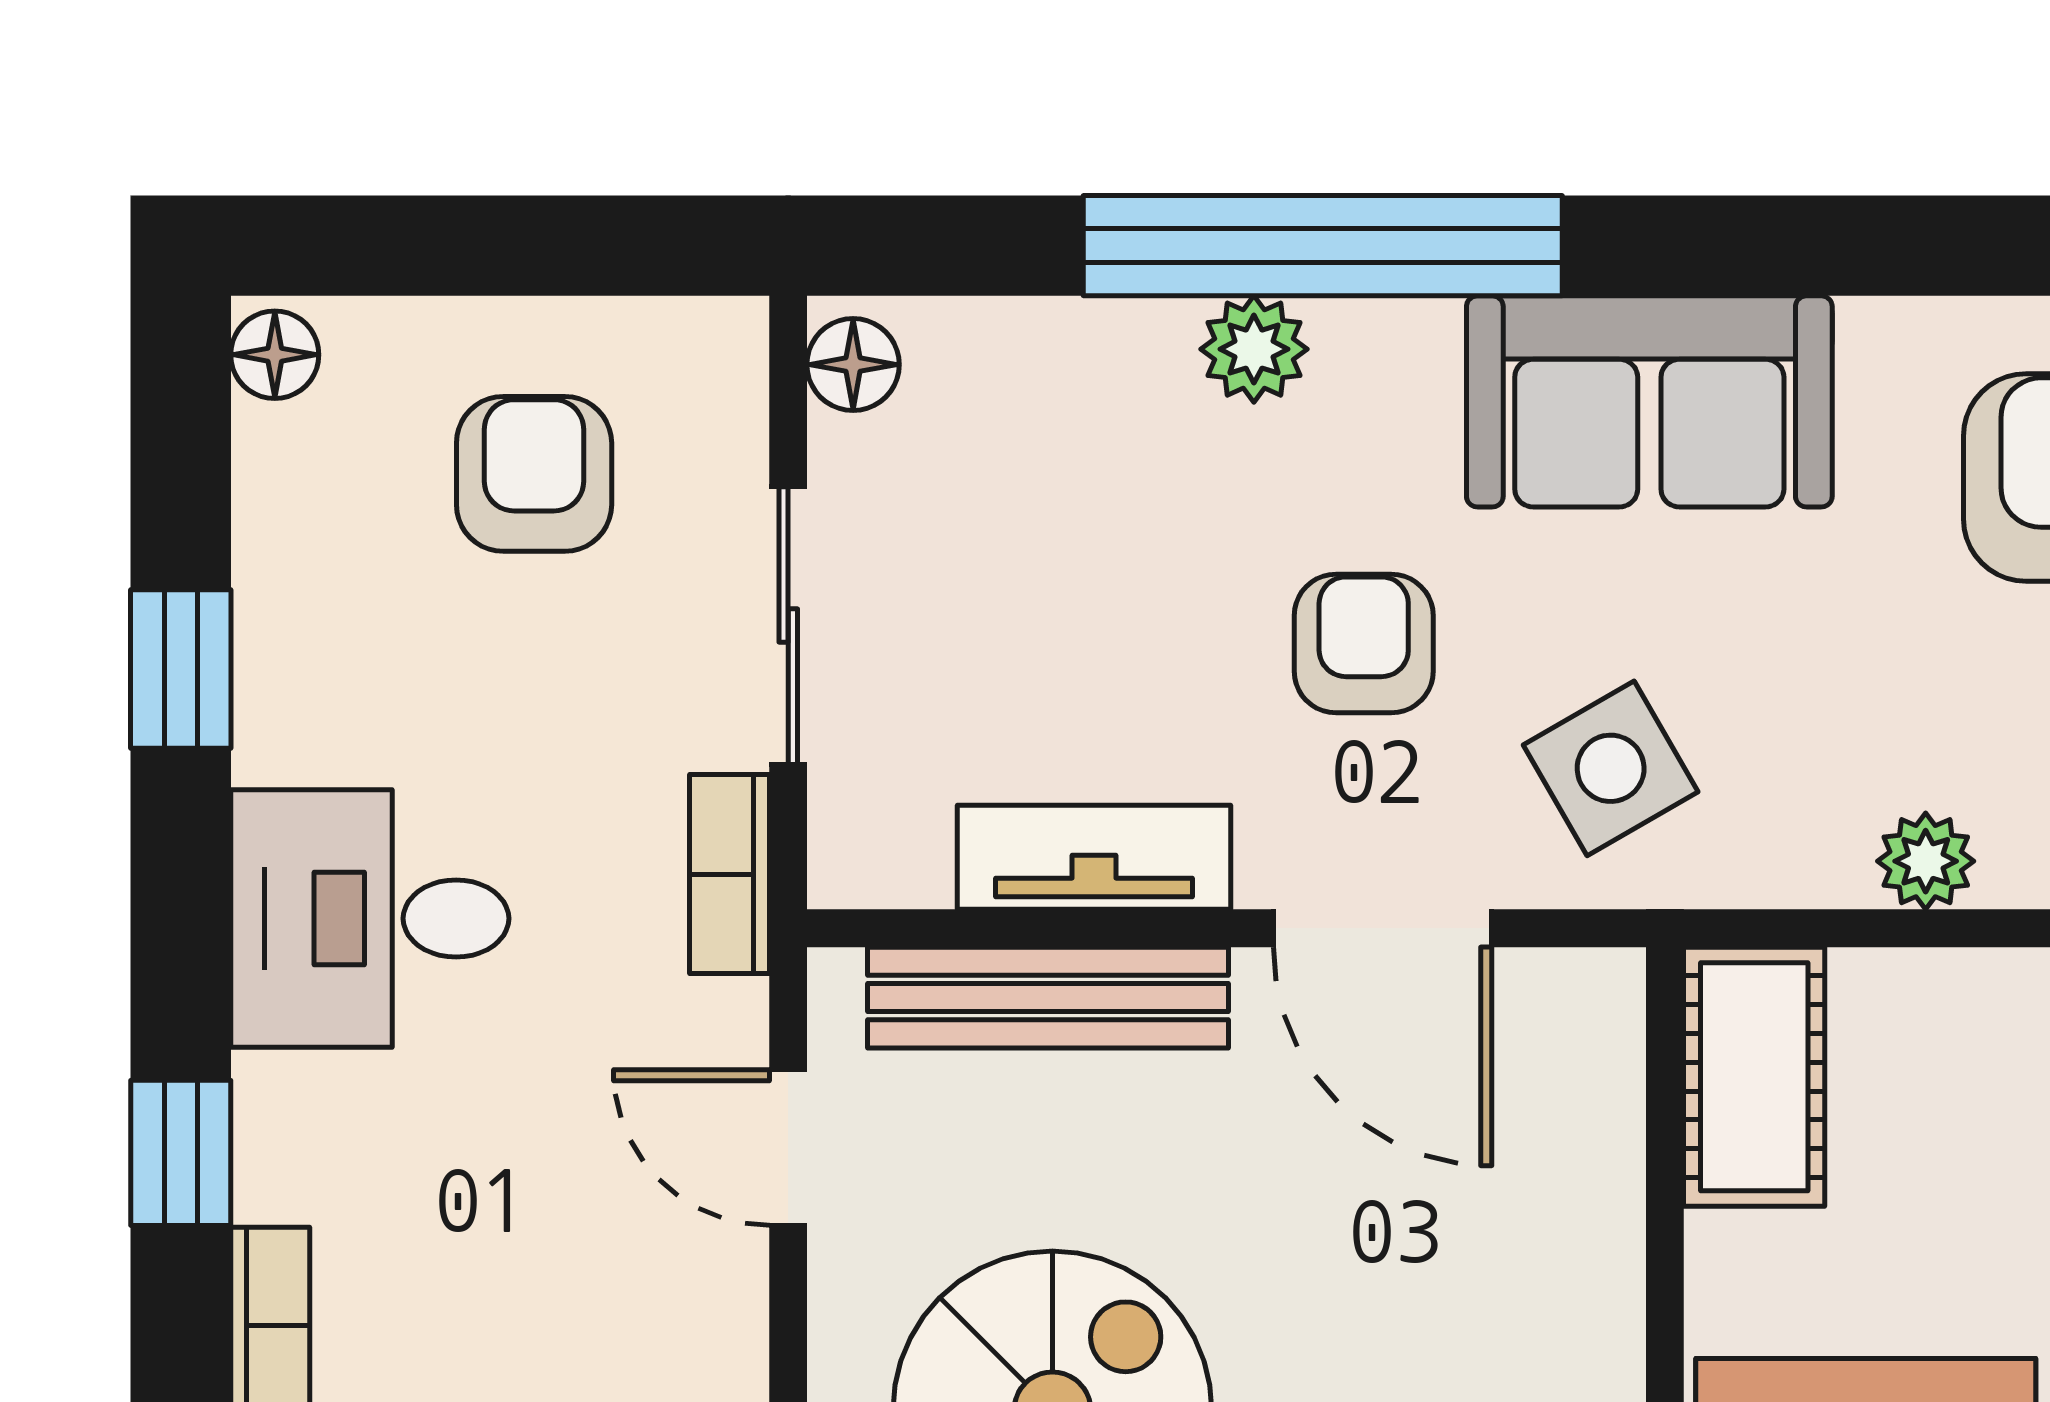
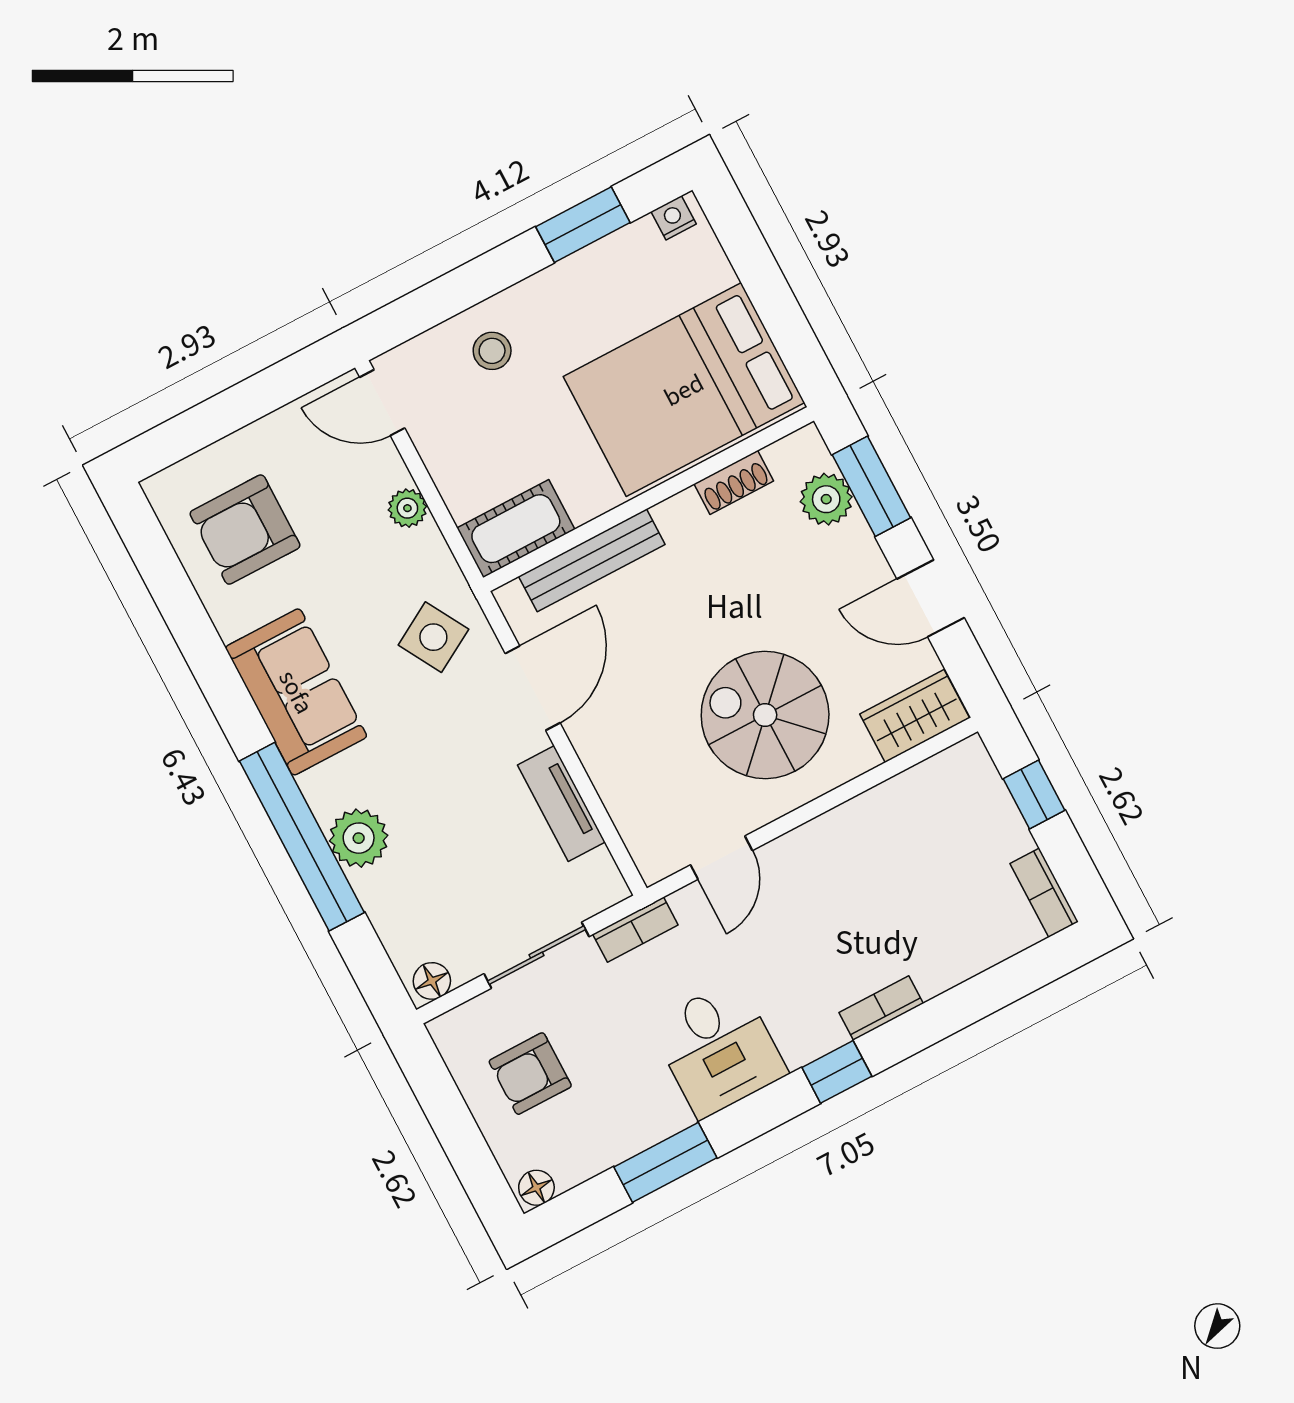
plant: (1254, 349) -> (359, 838), width x1.38, depth x1.38
armchair: (1364, 643) -> (435, 748), removed
window: (181, 669) -> (665, 1162), width x1.50
bench: (1048, 998) -> (592, 560), moved, turned 90

